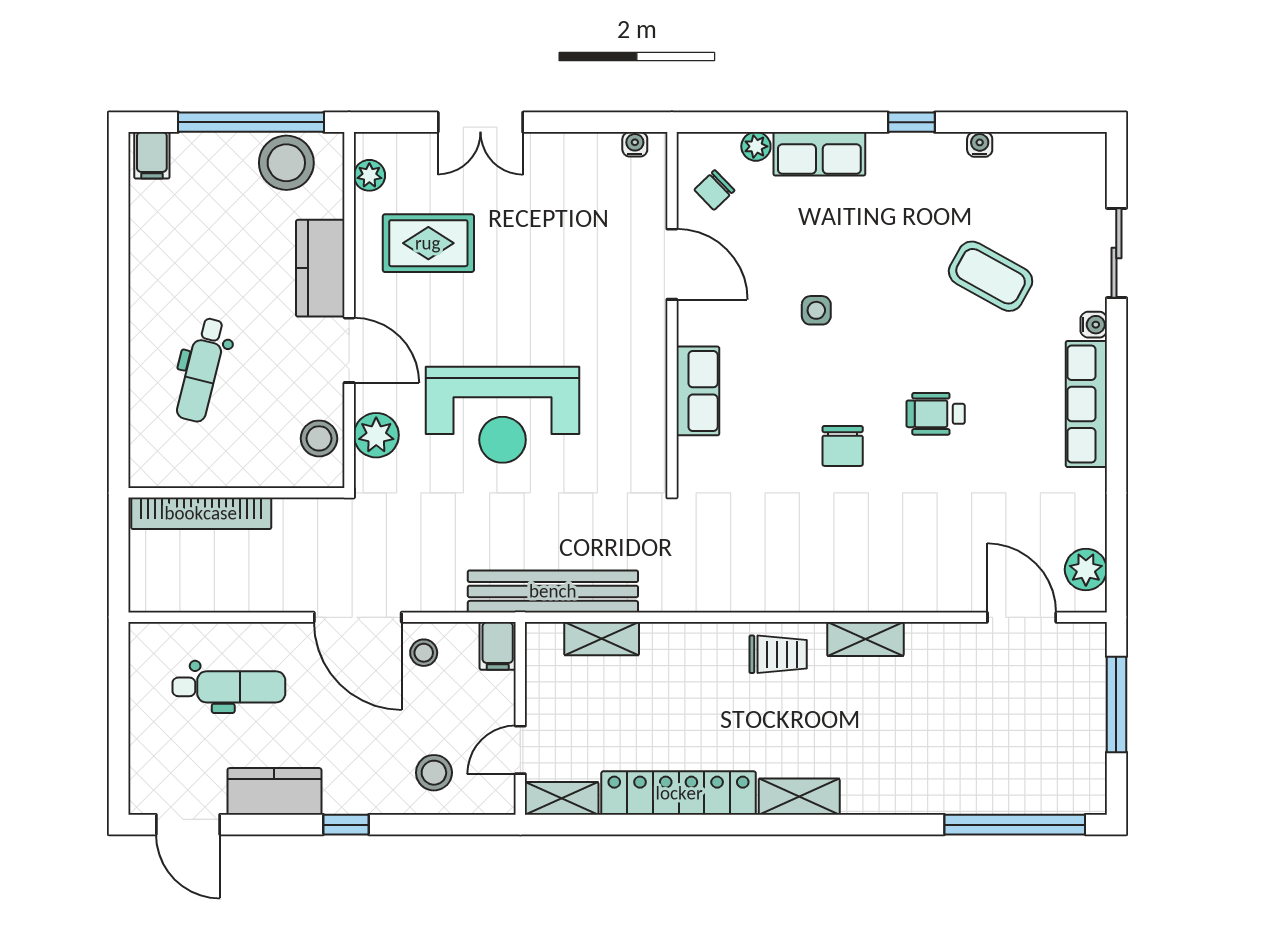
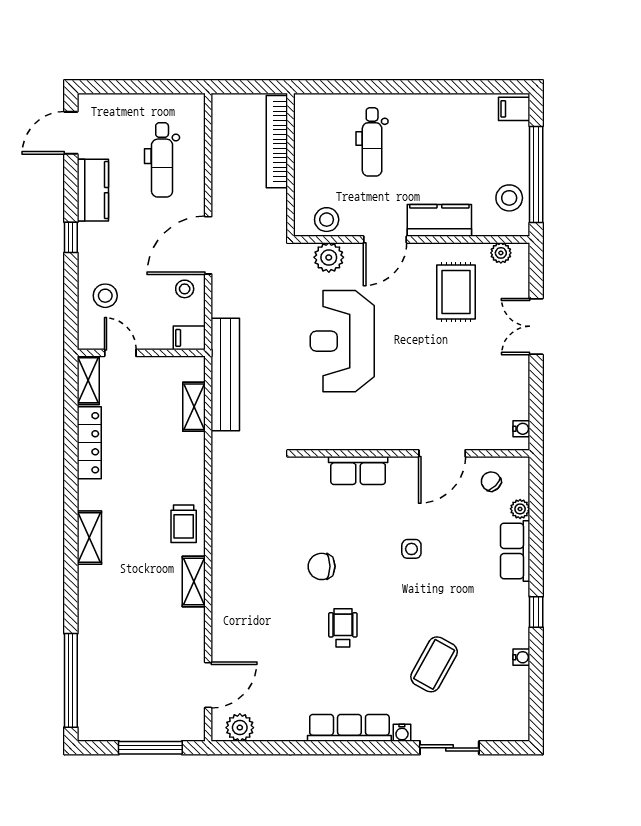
stool: (286, 163) -> (509, 198), width x0.73, depth x0.73
dental chair: (202, 370) -> (372, 142), turned -104
locker: (679, 793) -> (89, 443), width x0.71, depth x0.83

